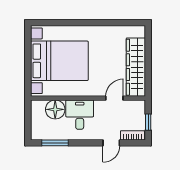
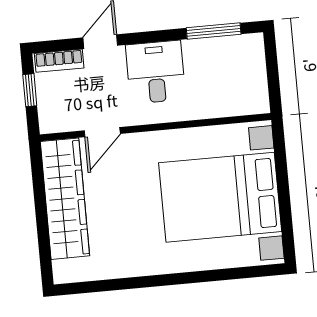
floor lamp: (55, 109) -> (219, 98), removed
desk: (80, 115) -> (156, 72), moved, turned 180

